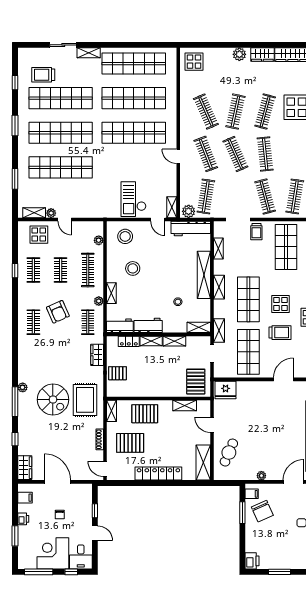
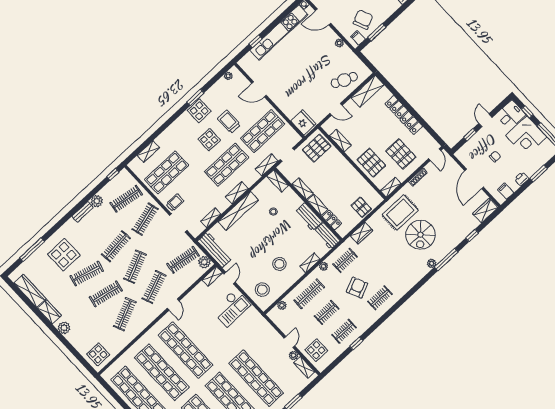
spiral stairs: (53, 400) -> (420, 235), turned 180
door: (212, 425) -> (336, 109), hinge flipped

